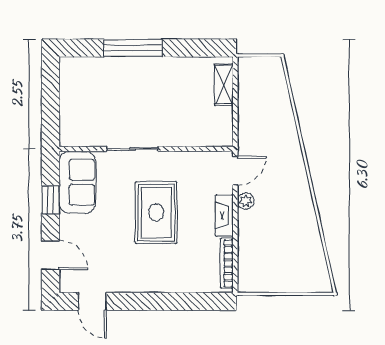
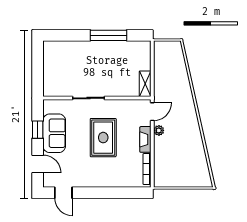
window: (133, 48) -> (109, 35), moved
shelving: (224, 85) -> (145, 84), moved
sofa: (77, 182) -> (54, 133), moved

